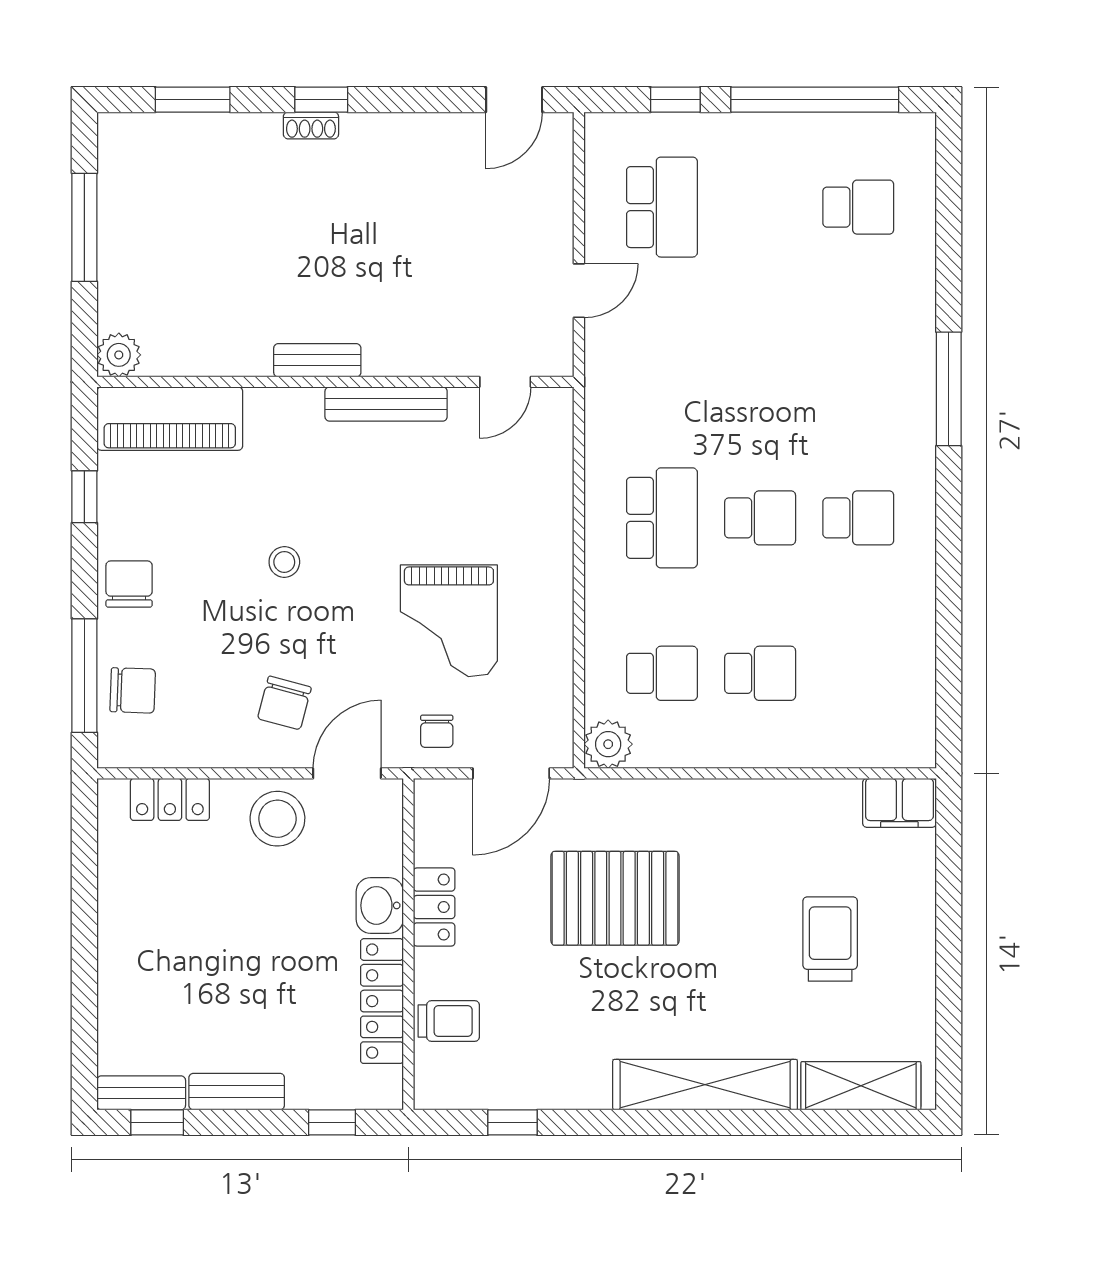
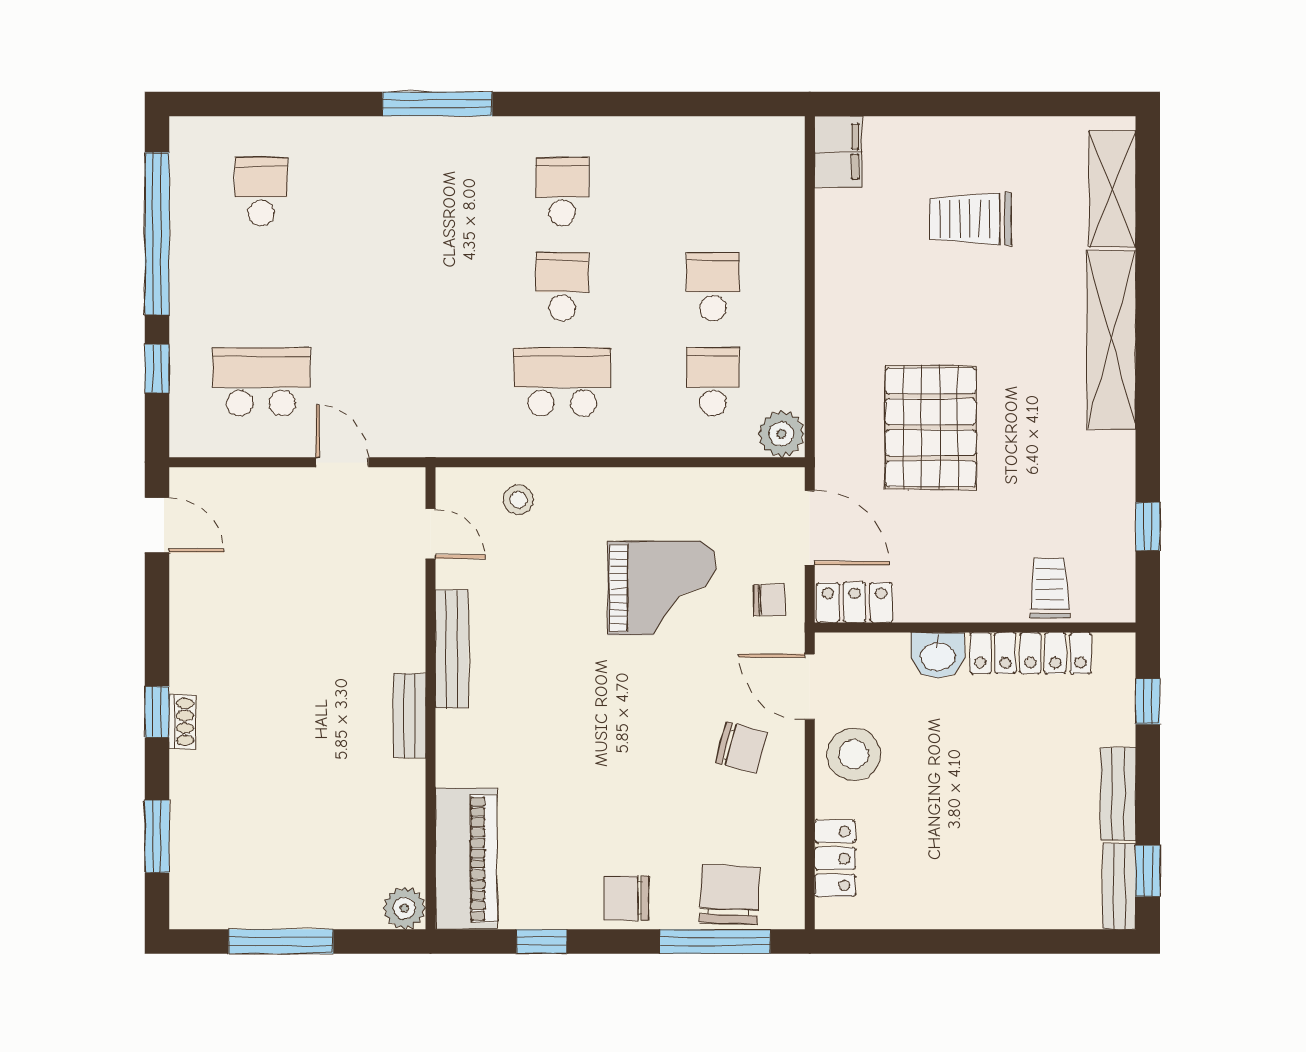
stool: (284, 562) -> (518, 500), moved
chair: (133, 690) -> (729, 895), width x1.37, depth x1.37
locker: (434, 907) -> (855, 603), moved

